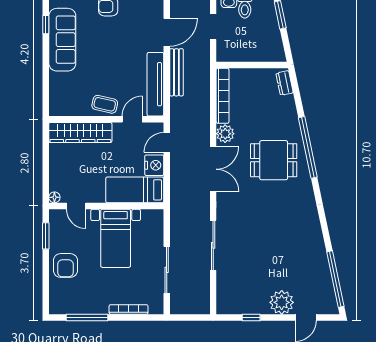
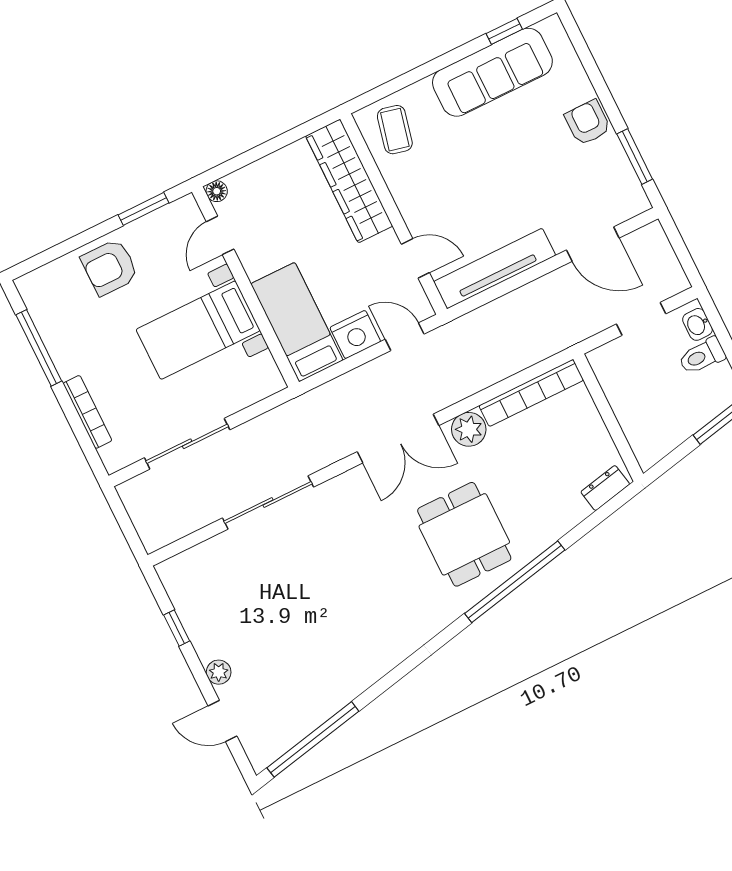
bench: (176, 72) -> (533, 294), removed
coffee table: (105, 104) -> (395, 130), moved
plant: (282, 302) -> (219, 672), width x0.53, depth x0.53

